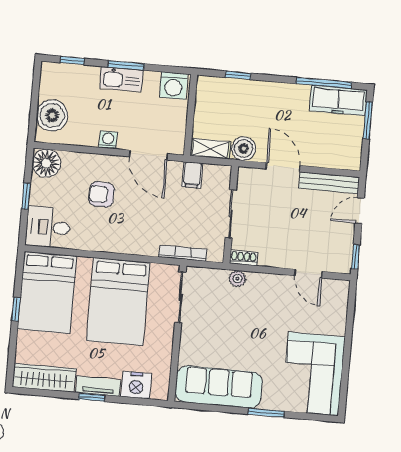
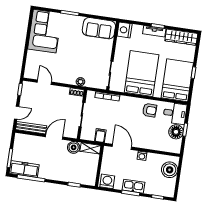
floor lamp: (46, 163) -> (176, 132), moved
door: (283, 167) -> (54, 137), swing flipped
armchair: (102, 194) -> (150, 110), moved
nightstand: (136, 385) -> (125, 30), moved, turned -90
sofa: (219, 387) -> (99, 28), width x0.73

